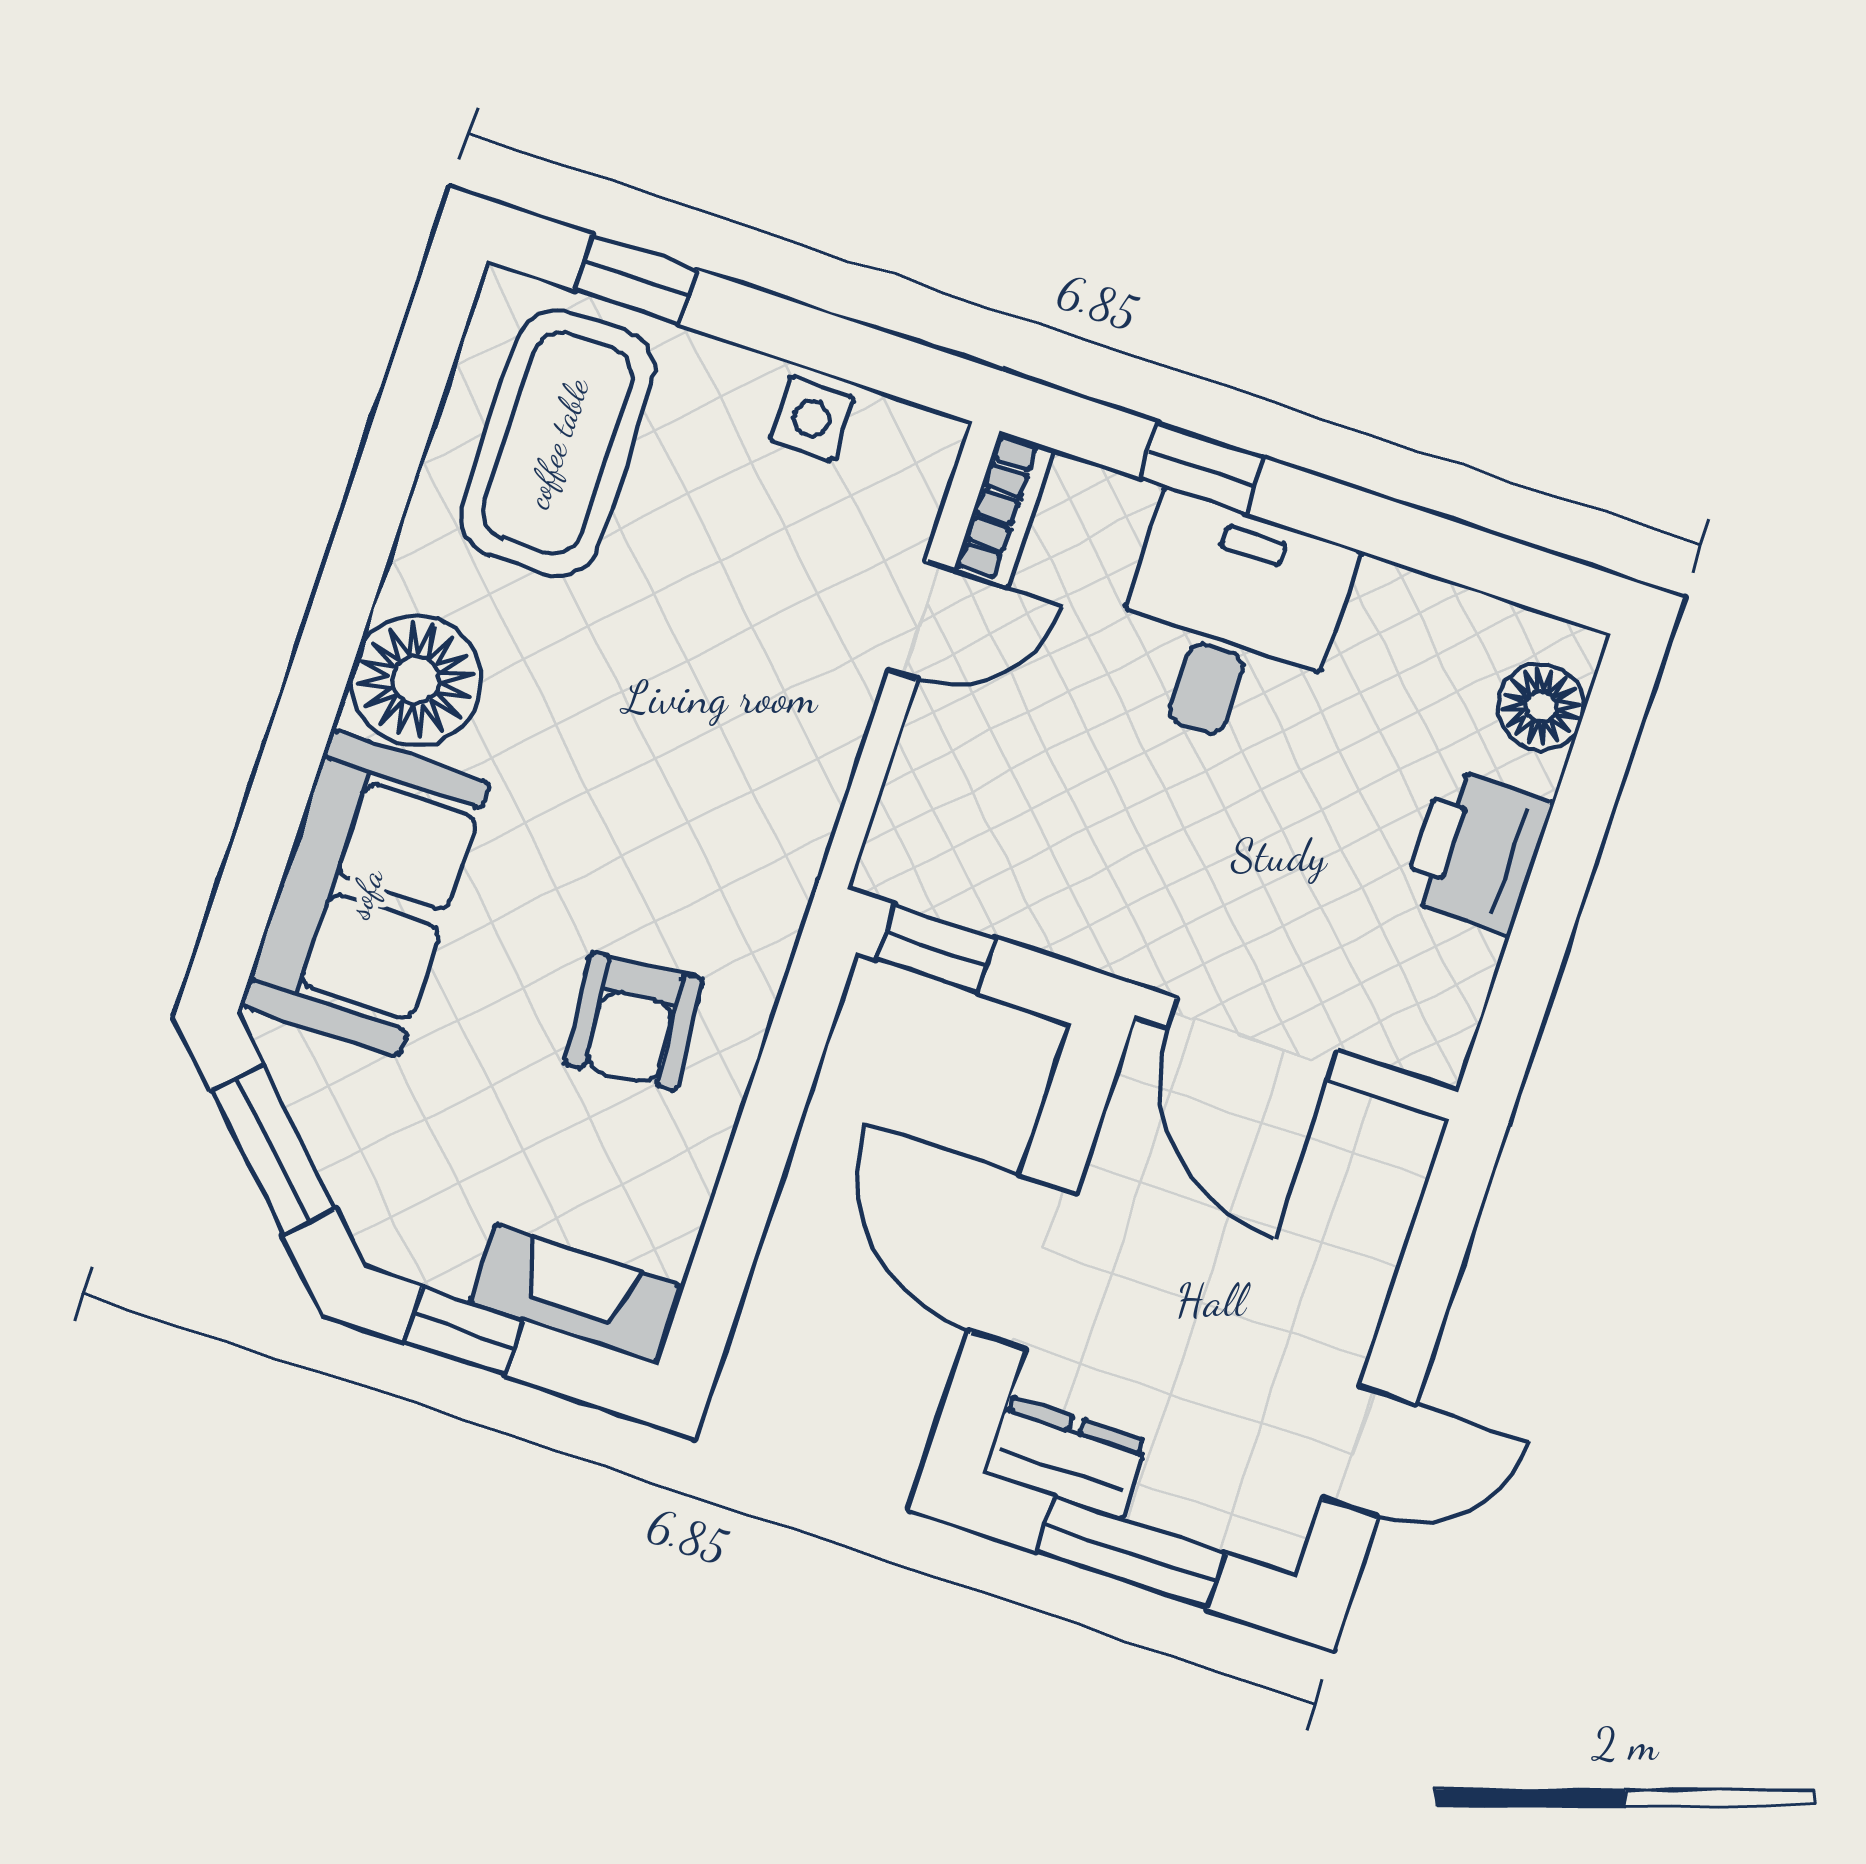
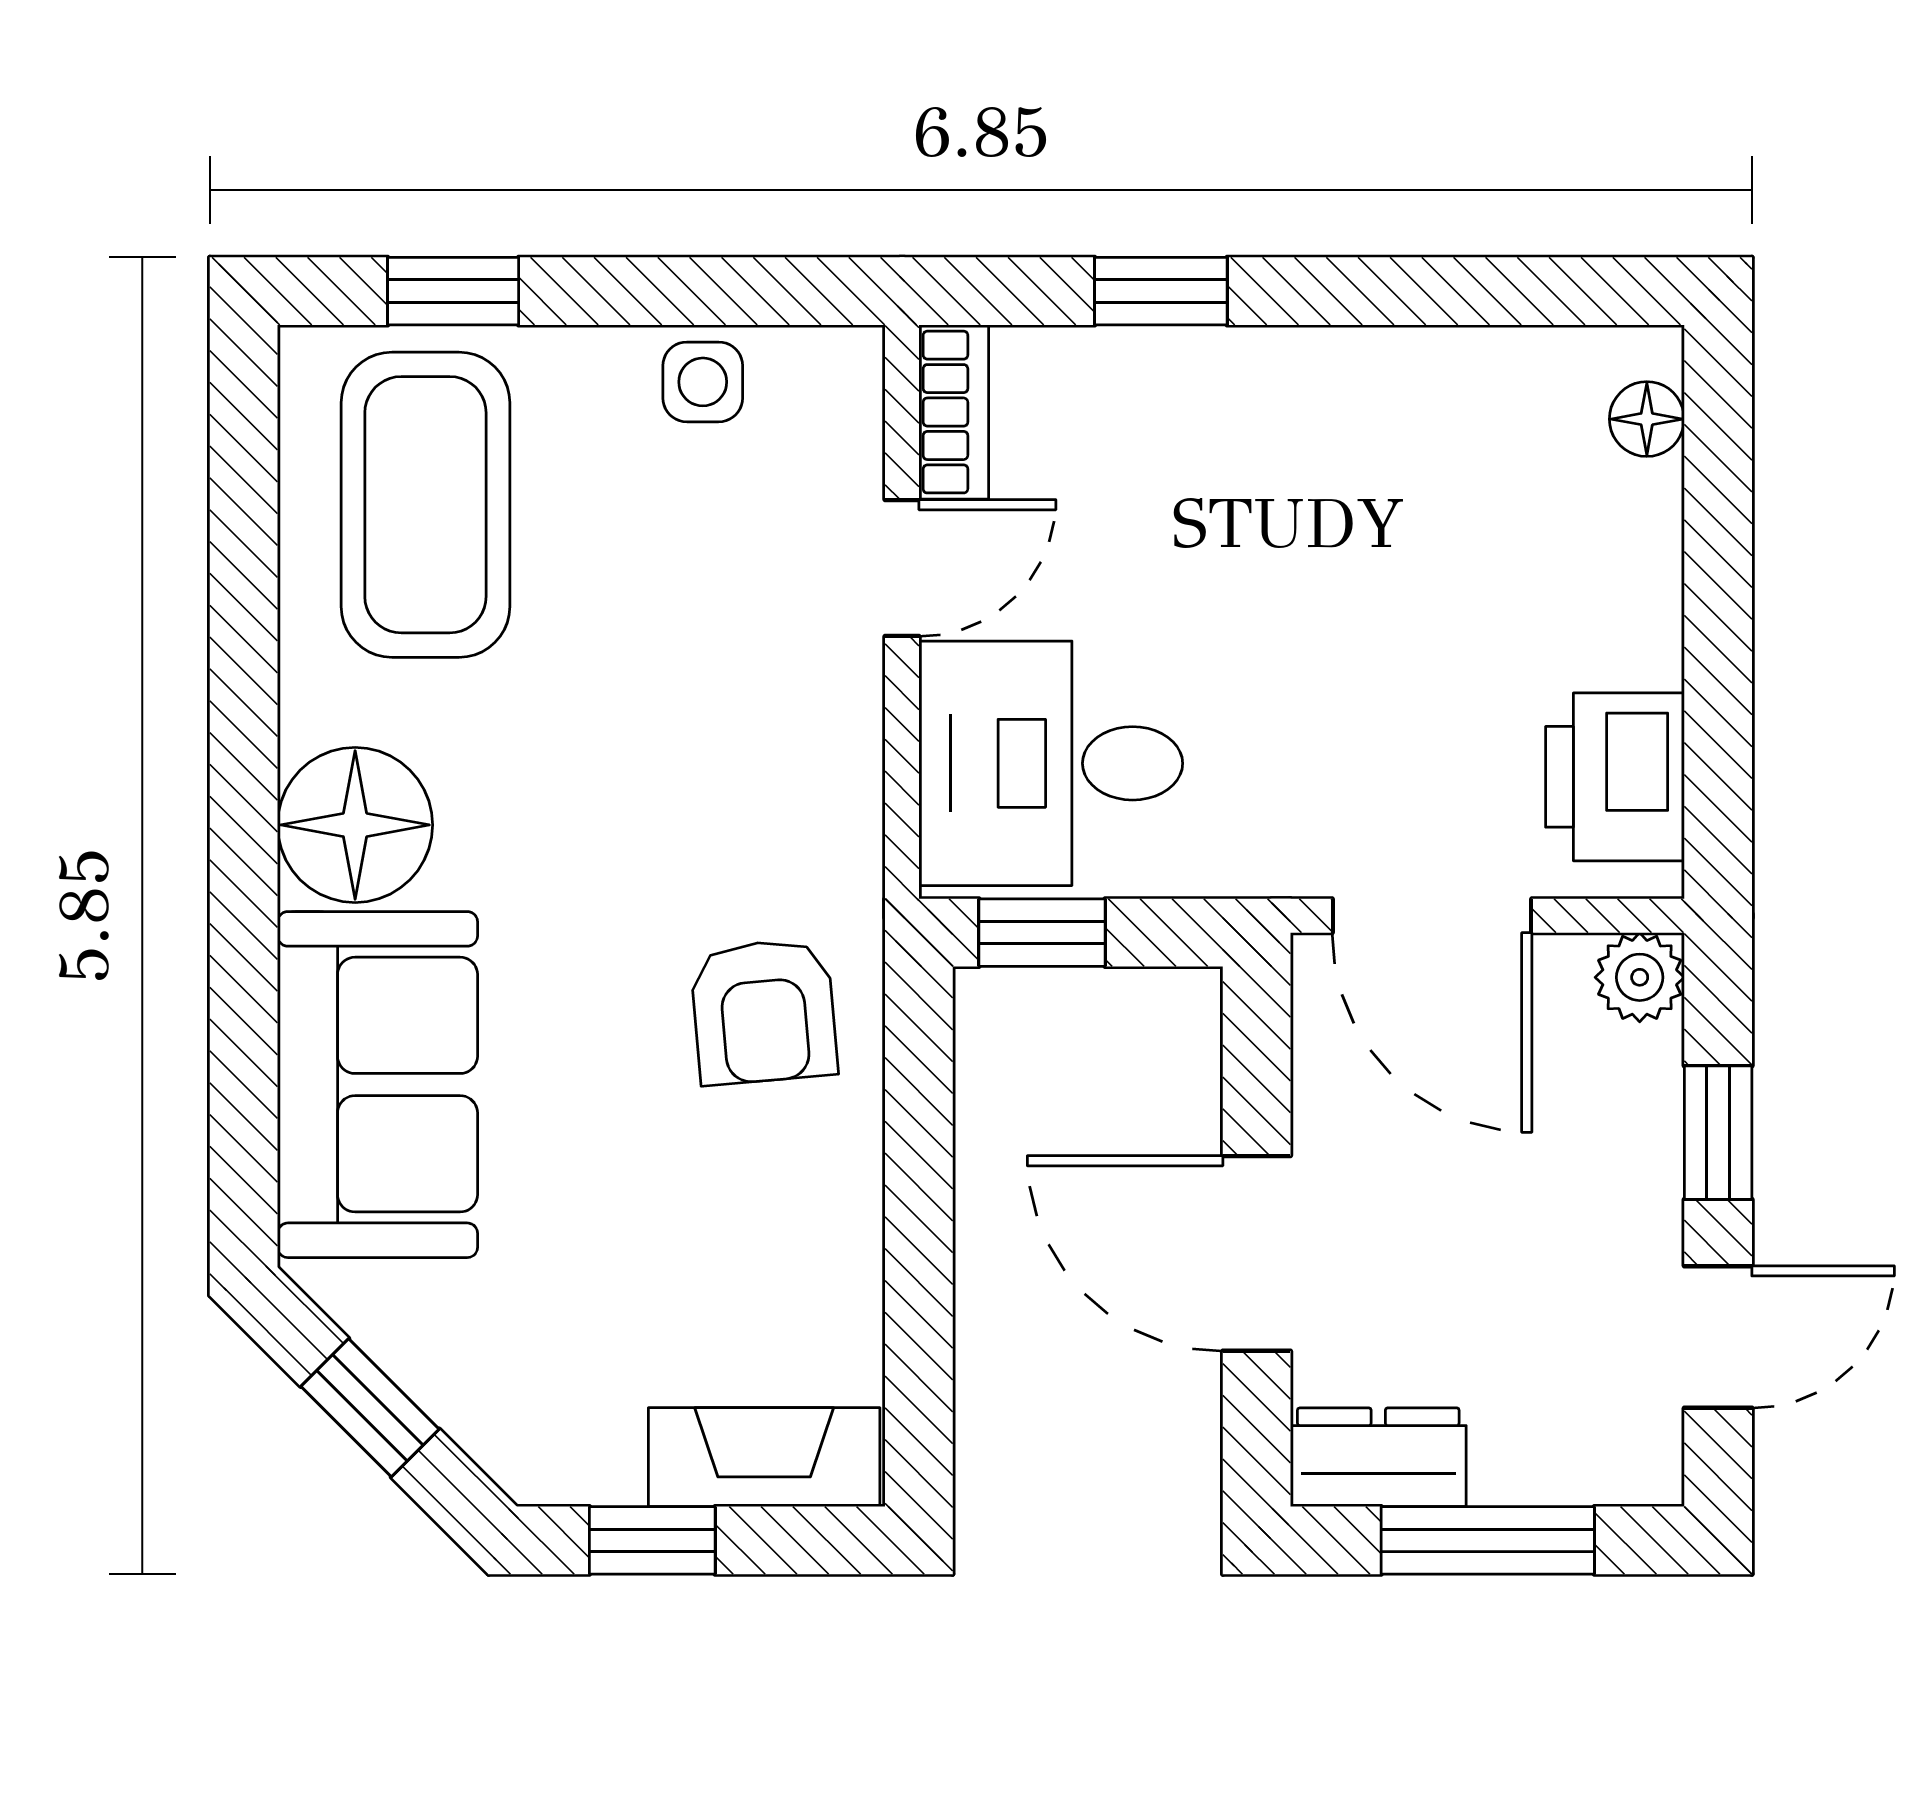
desk: (1228, 623) -> (1051, 763), moved, turned -90
floor lamp: (1541, 707) -> (1647, 419), width x0.73, depth x0.73
printer: (1477, 851) -> (1615, 777), moved
armchair: (634, 1021) -> (764, 1012), moved
plant: (1402, 1143) -> (1640, 977), added
window: (273, 1150) -> (370, 1408), width x0.67
window: (1423, 1288) -> (1718, 1133), added

